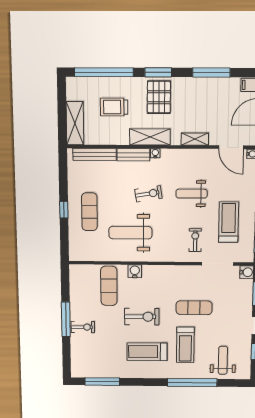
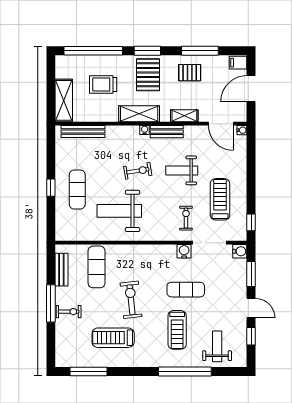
pallet: (201, 95) -> (190, 73), added
bench: (133, 155) -> (167, 132), moved
water cooler: (135, 271) -> (184, 251), moved
bench: (75, 288) -> (61, 270), added
exercise bike: (142, 317) -> (131, 300), turned -96
treadmill: (147, 352) -> (113, 338), moved

